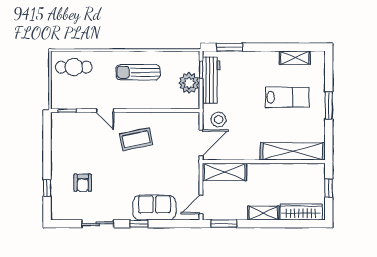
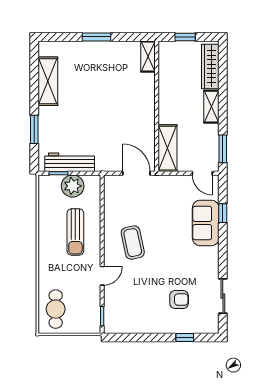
window: (230, 47) -> (34, 129), moved
shelving: (295, 58) -> (48, 81), width x1.50, depth x1.33
sun lounger: (138, 72) -> (75, 232), moved
lab bench: (287, 97) -> (88, 81), removed
stool: (219, 119) -> (112, 155), removed
shelving: (293, 151) -> (148, 56), width x0.45, depth x0.75
sliding door: (98, 224) -> (223, 296), moved
window: (139, 224) -> (223, 213), moved

